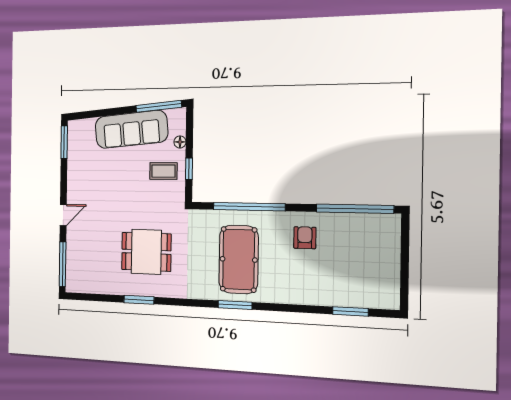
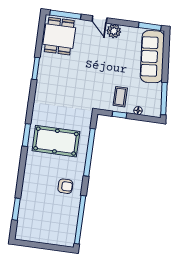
sofa: (131, 129) -> (152, 57), moved
plant: (76, 192) -> (114, 31), added
dining table: (146, 252) -> (59, 36), moved

